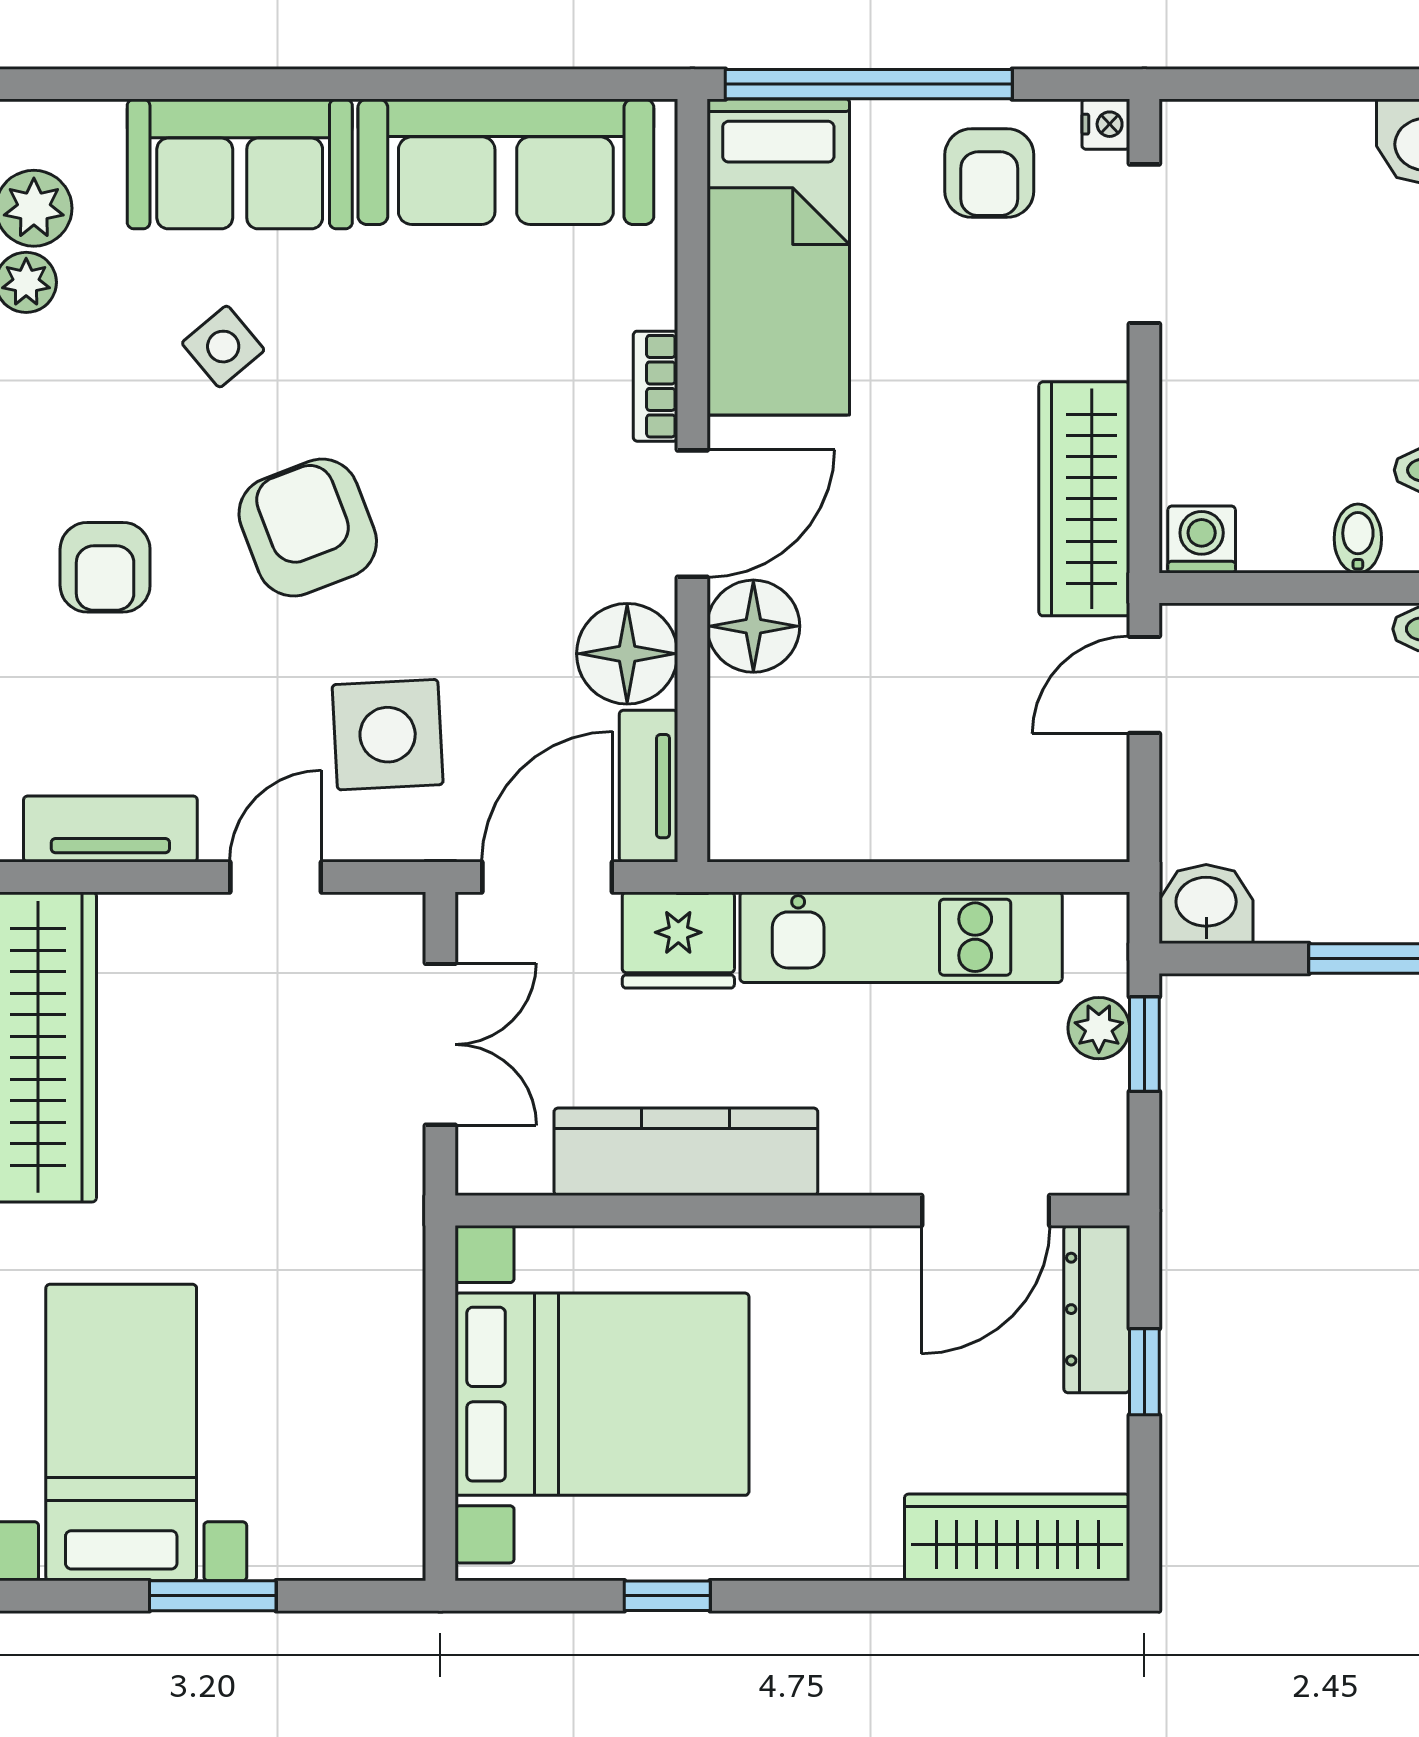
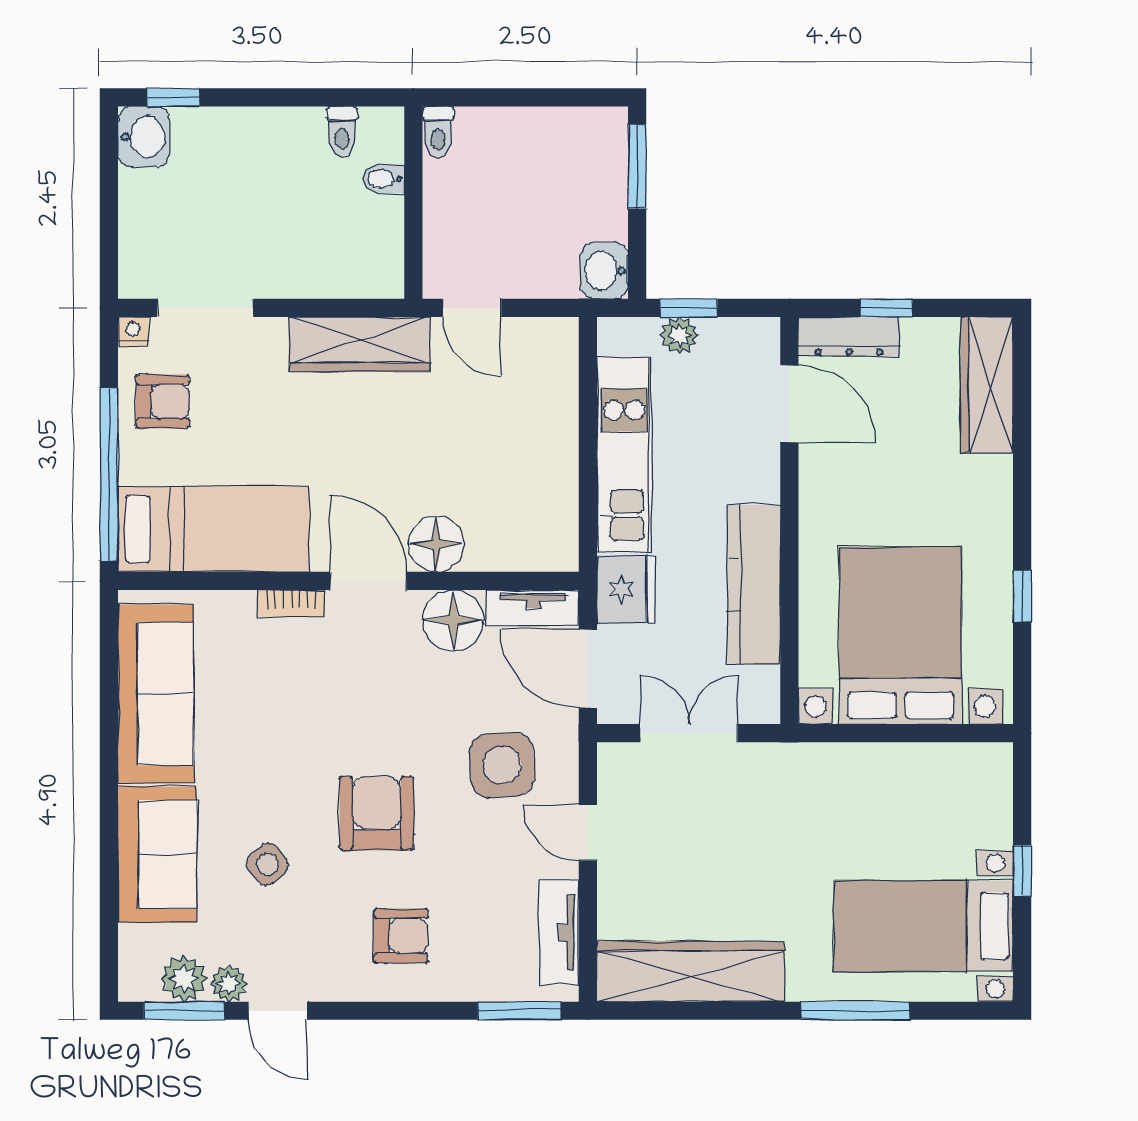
armchair: (308, 528) -> (377, 813), turned 111
washing machine: (1202, 540) -> (384, 273), removed
window: (213, 1596) -> (1022, 871), width x0.67

